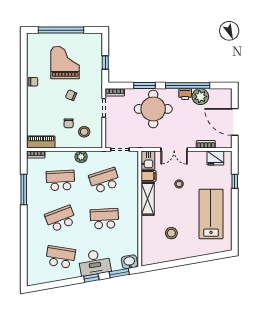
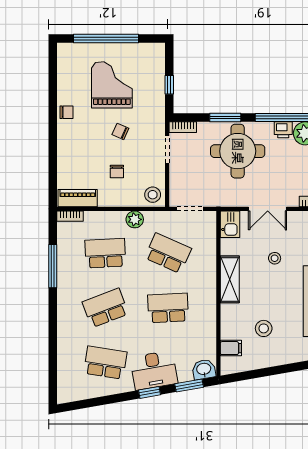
stool: (84, 132) -> (153, 195), moved
filing cabinet: (148, 176) -> (231, 348), moved
school desk: (104, 180) -> (168, 253), turned 42

